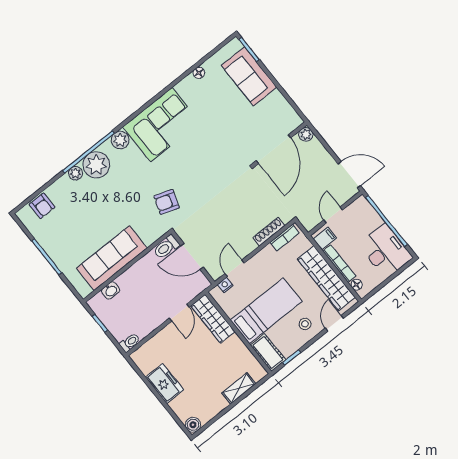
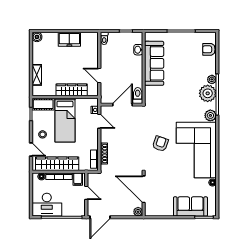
corner sofa: (161, 125) -> (196, 150), width x1.36, depth x1.36
armchair: (167, 202) -> (160, 144), moved
wardrobe: (213, 319) -> (72, 90), moved

